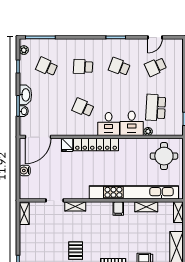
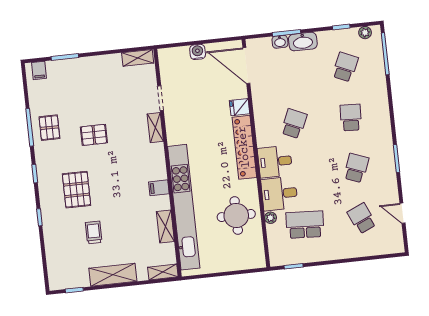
round table: (164, 156) -> (236, 215), moved

